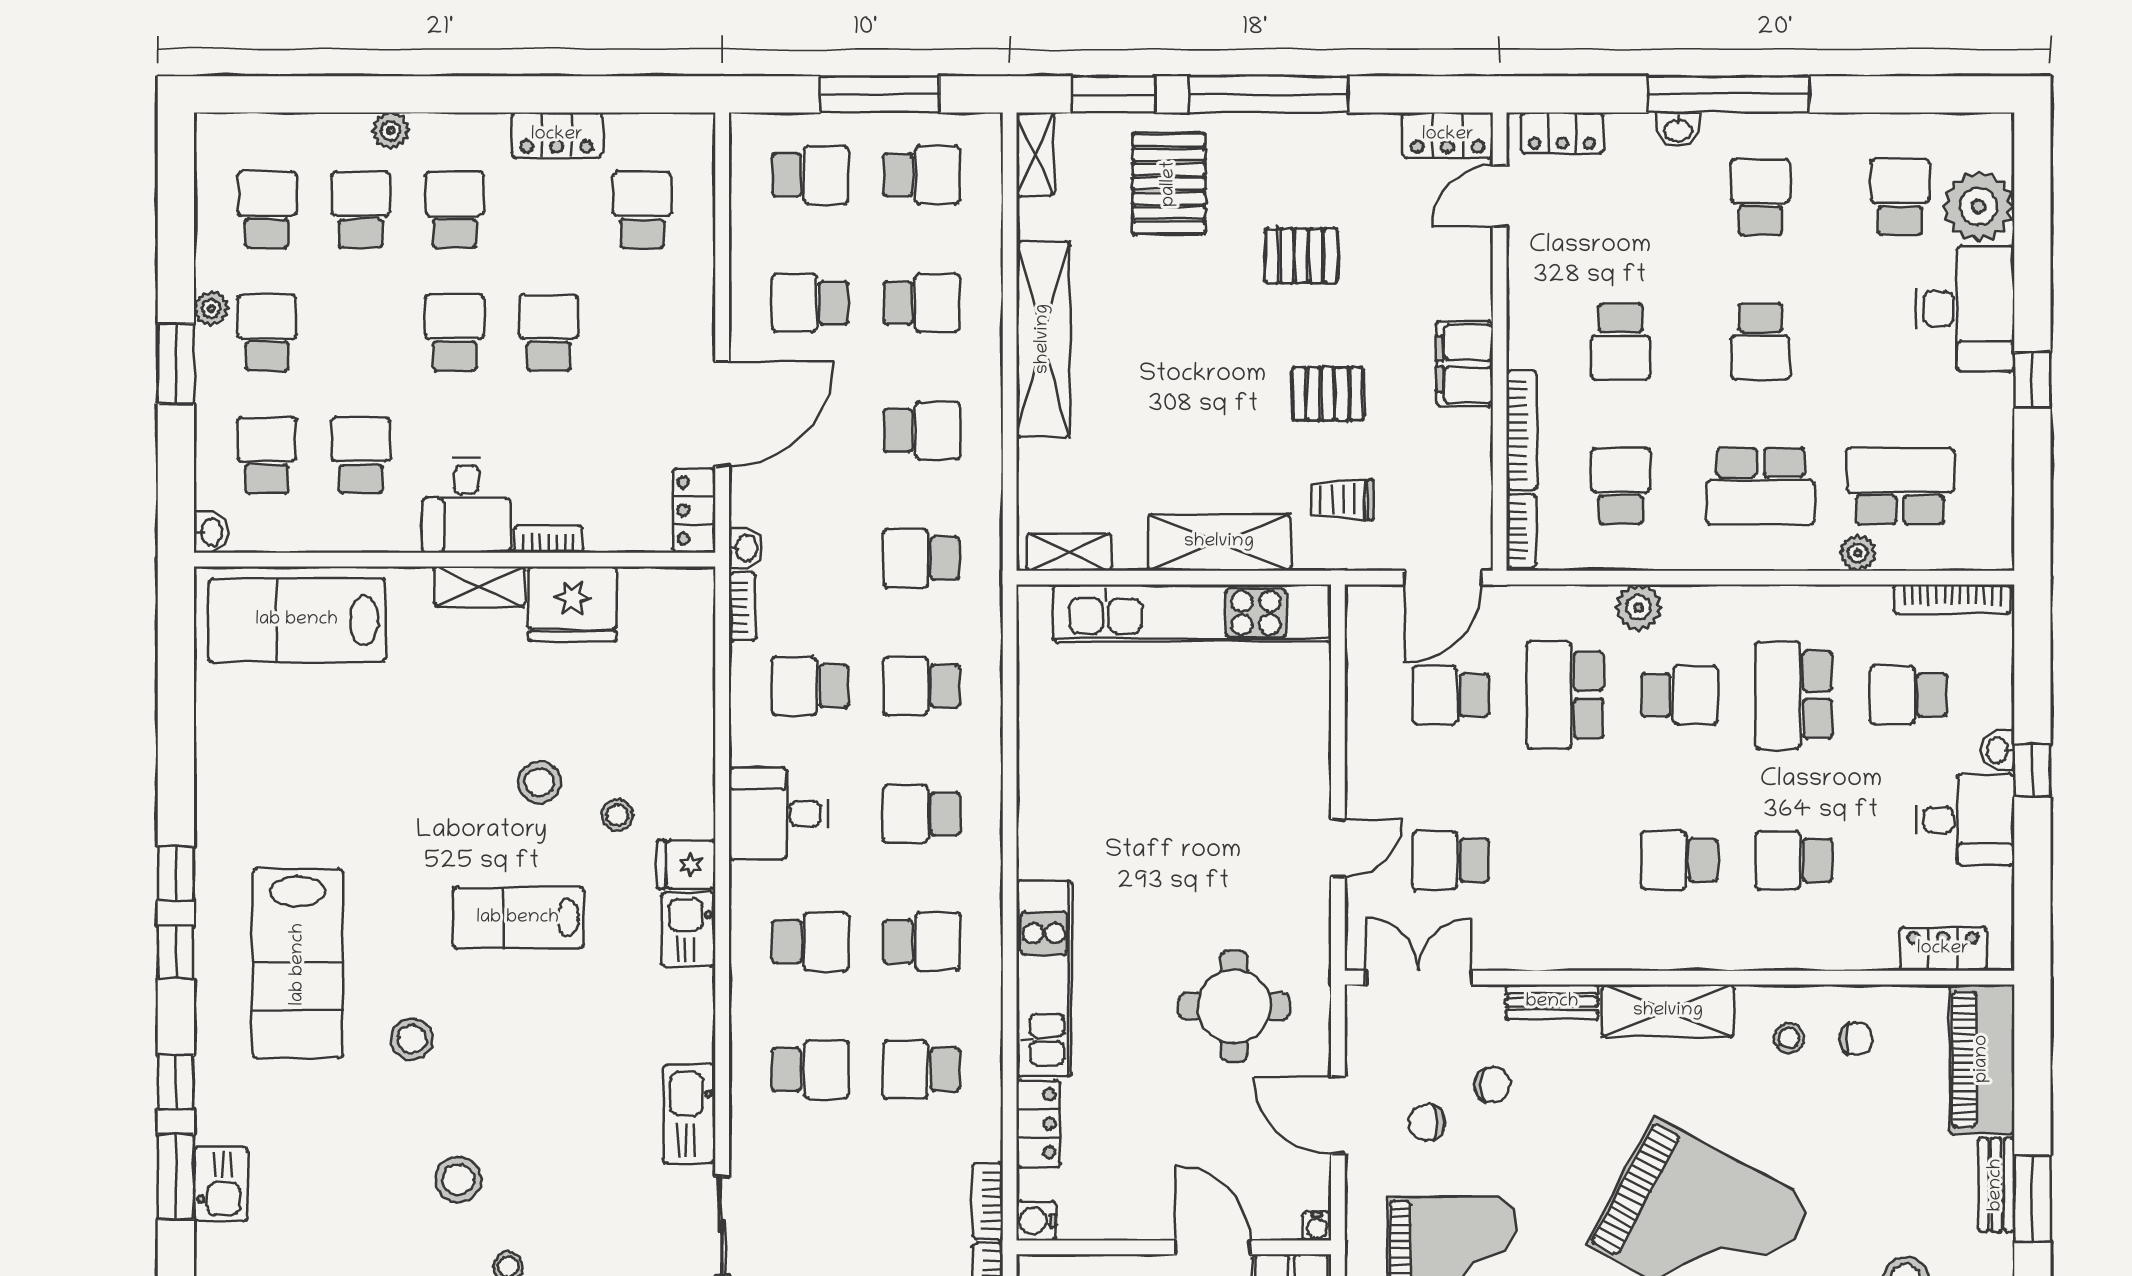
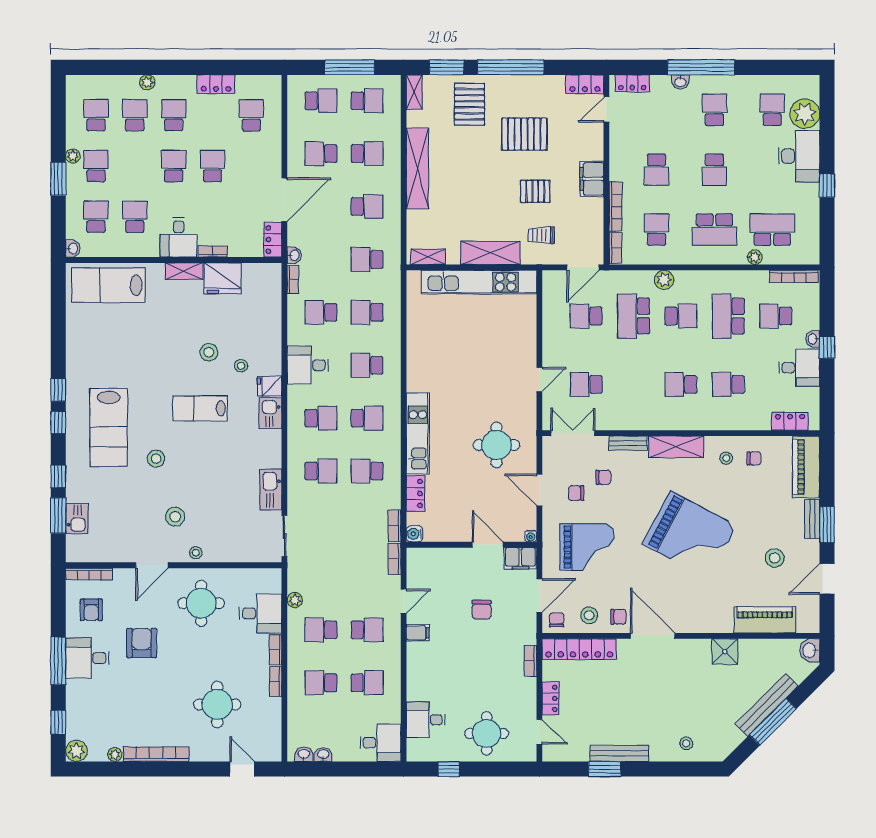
pallet: (1301, 256) -> (524, 134), width x1.50, depth x1.42

